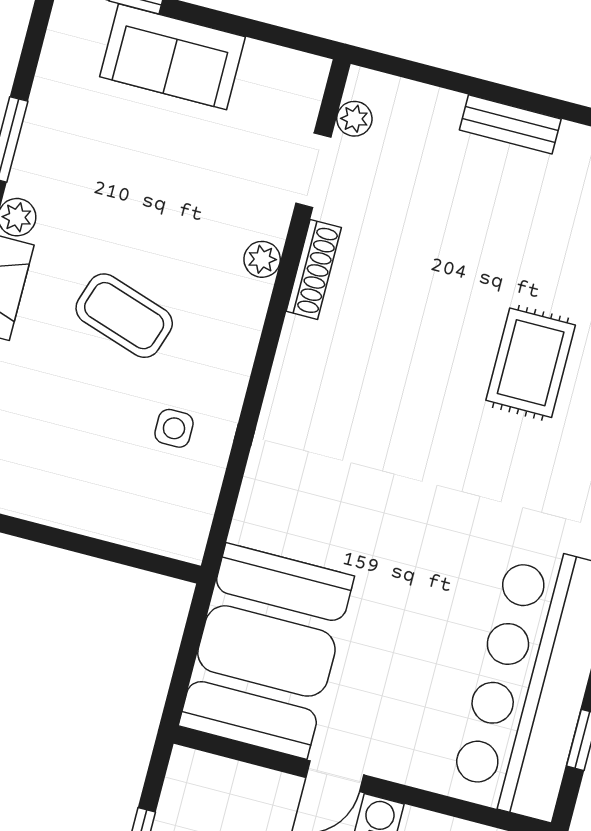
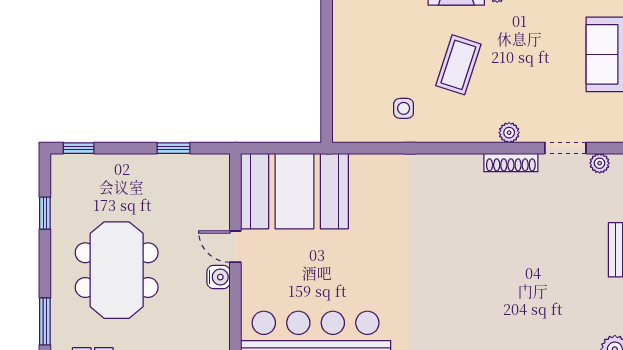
rug: (531, 363) -> (491, 295), removed

